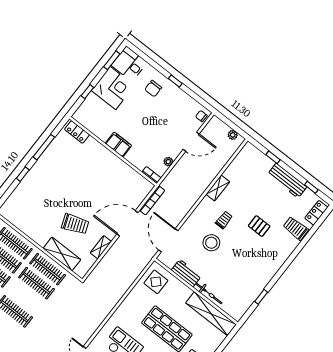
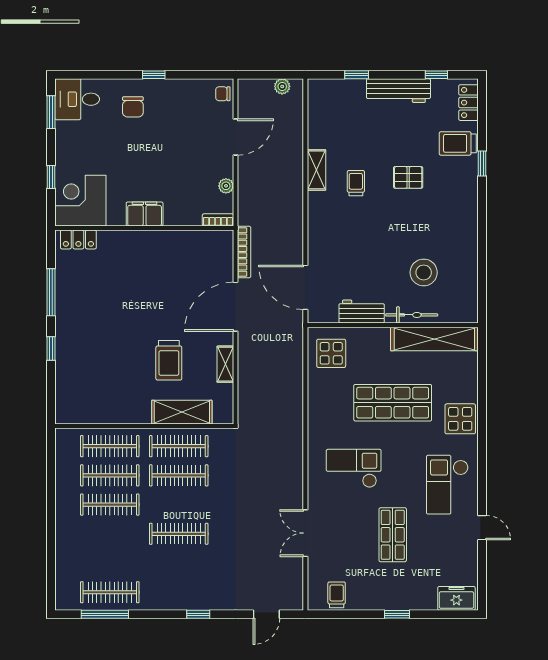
corner desk: (113, 88) -> (80, 201), moved, turned -90
trolley: (224, 220) -> (356, 183), moved
trolley: (75, 224) -> (169, 360), turned 111
stool: (211, 243) -> (424, 272), moved
window: (261, 297) -> (482, 163), moved

